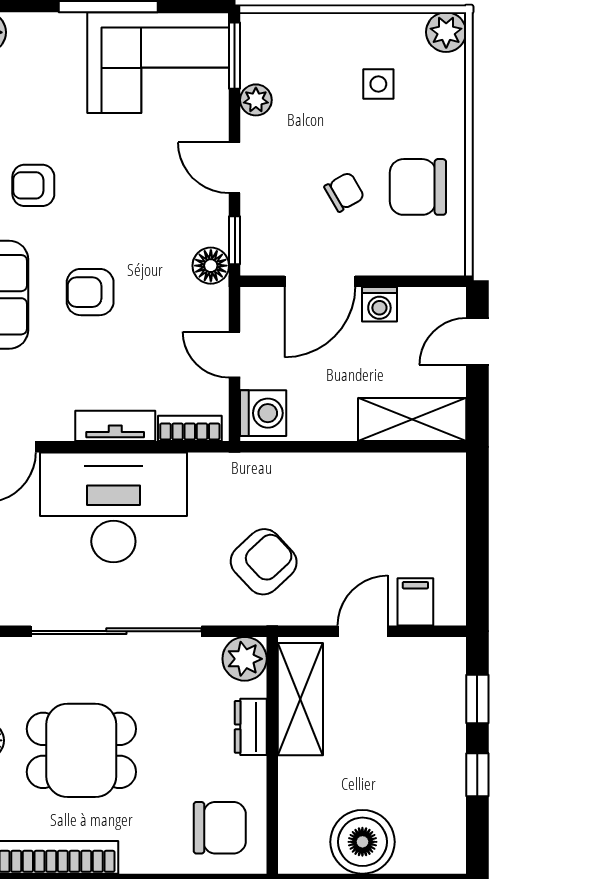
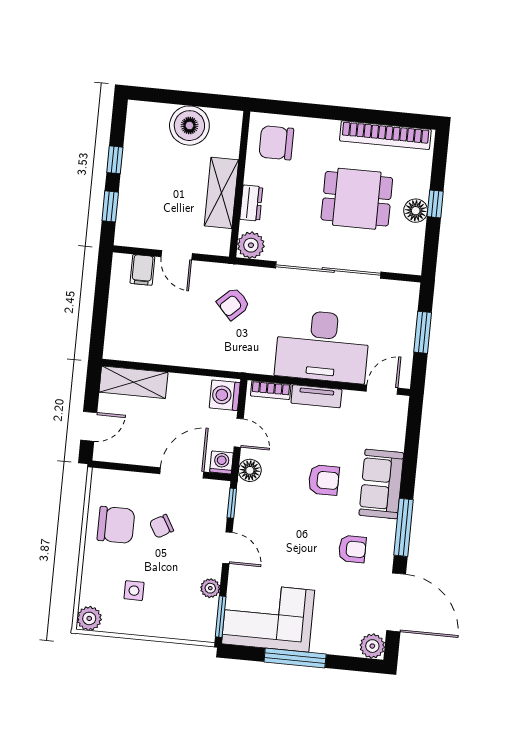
floor lamp: (211, 266) -> (250, 470), moved
washing machine: (379, 304) -> (221, 462), moved
armchair: (264, 562) -> (233, 304), width x0.72, depth x0.72
door: (363, 631) -> (177, 255), hinge flipped
shelving: (300, 699) -> (221, 193), moved

